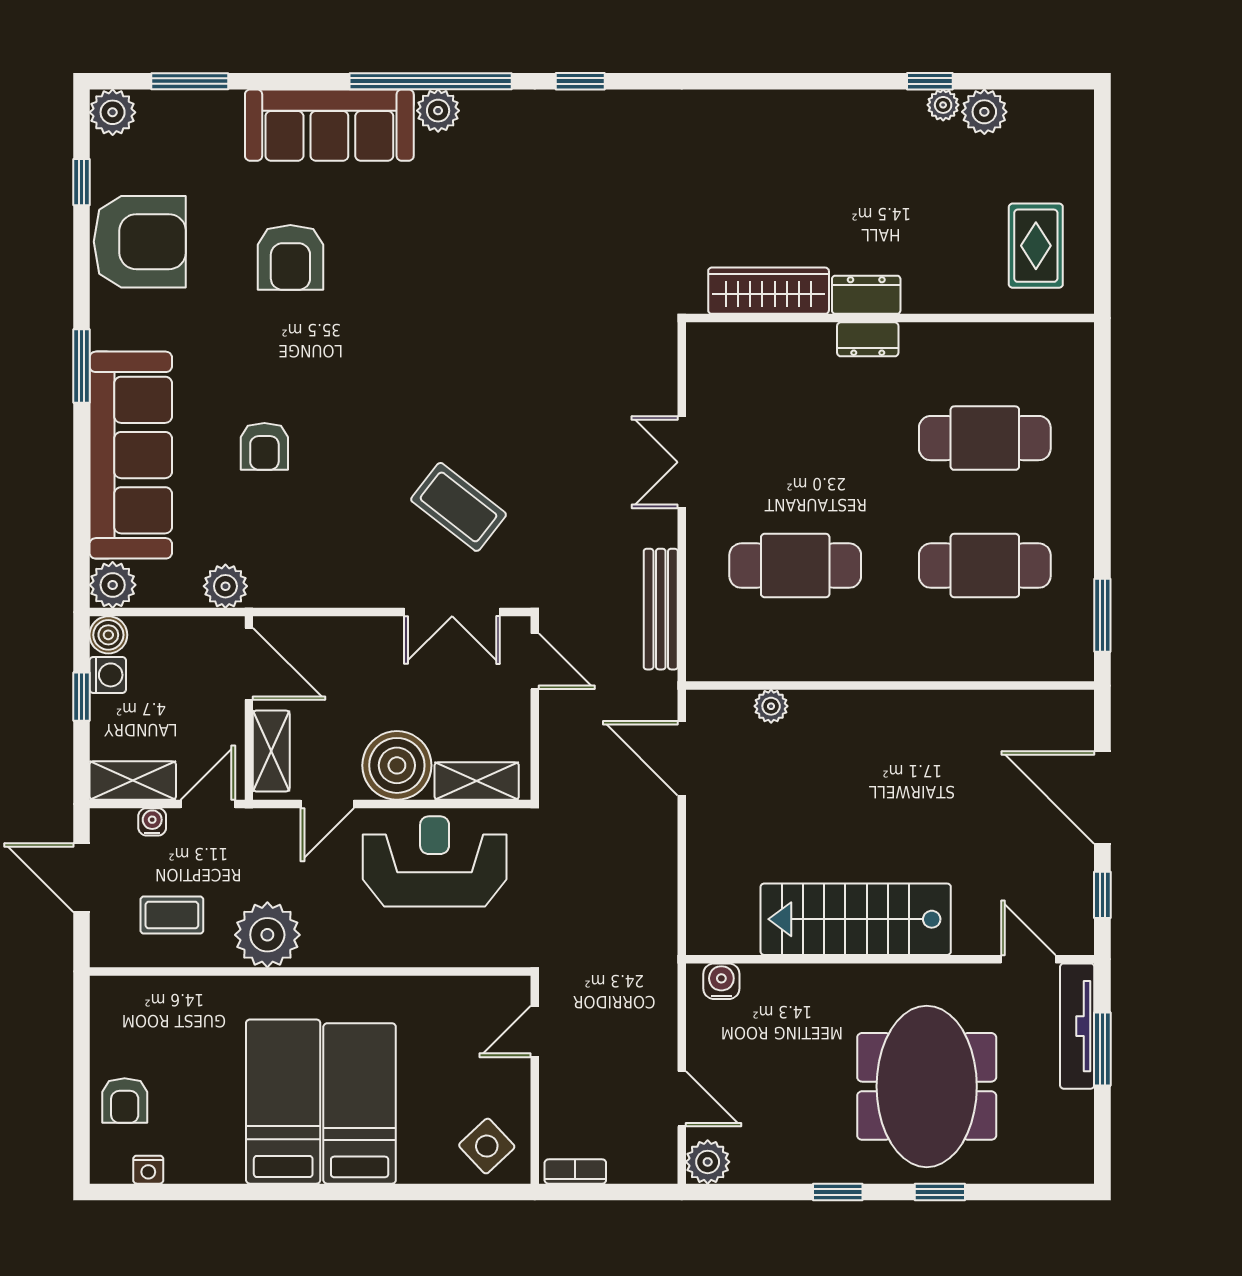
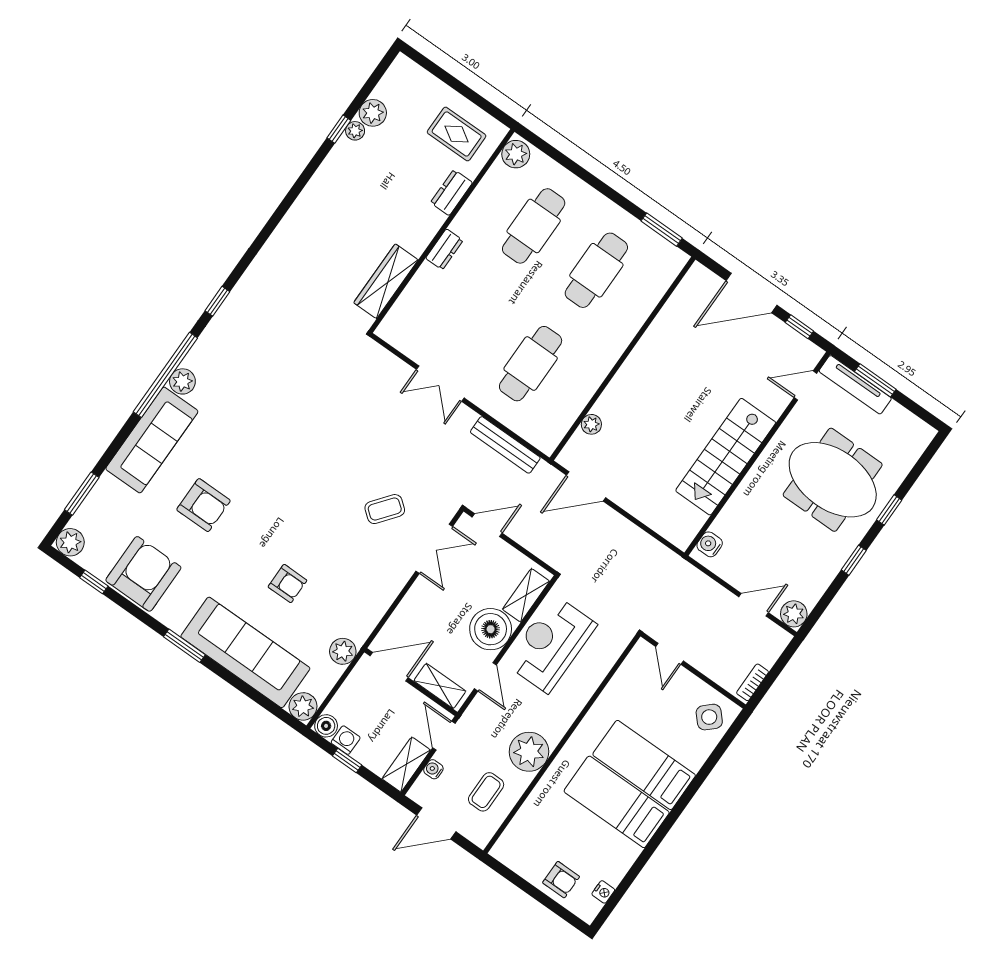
dresser: (866, 295) -> (451, 193), moved
plant: (1065, 345) -> (516, 154), added
coffee table: (459, 507) -> (385, 509), width x0.73, depth x0.77

